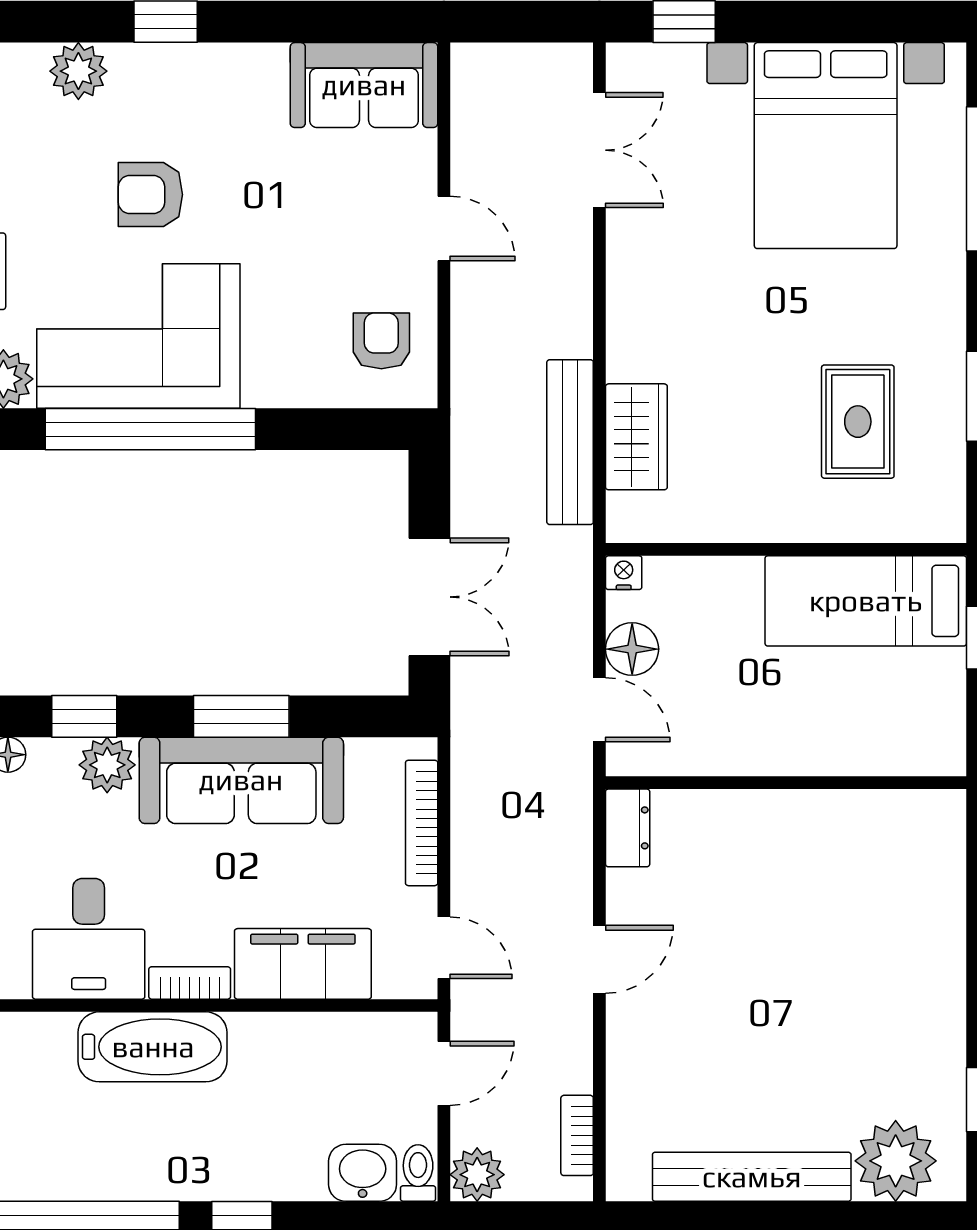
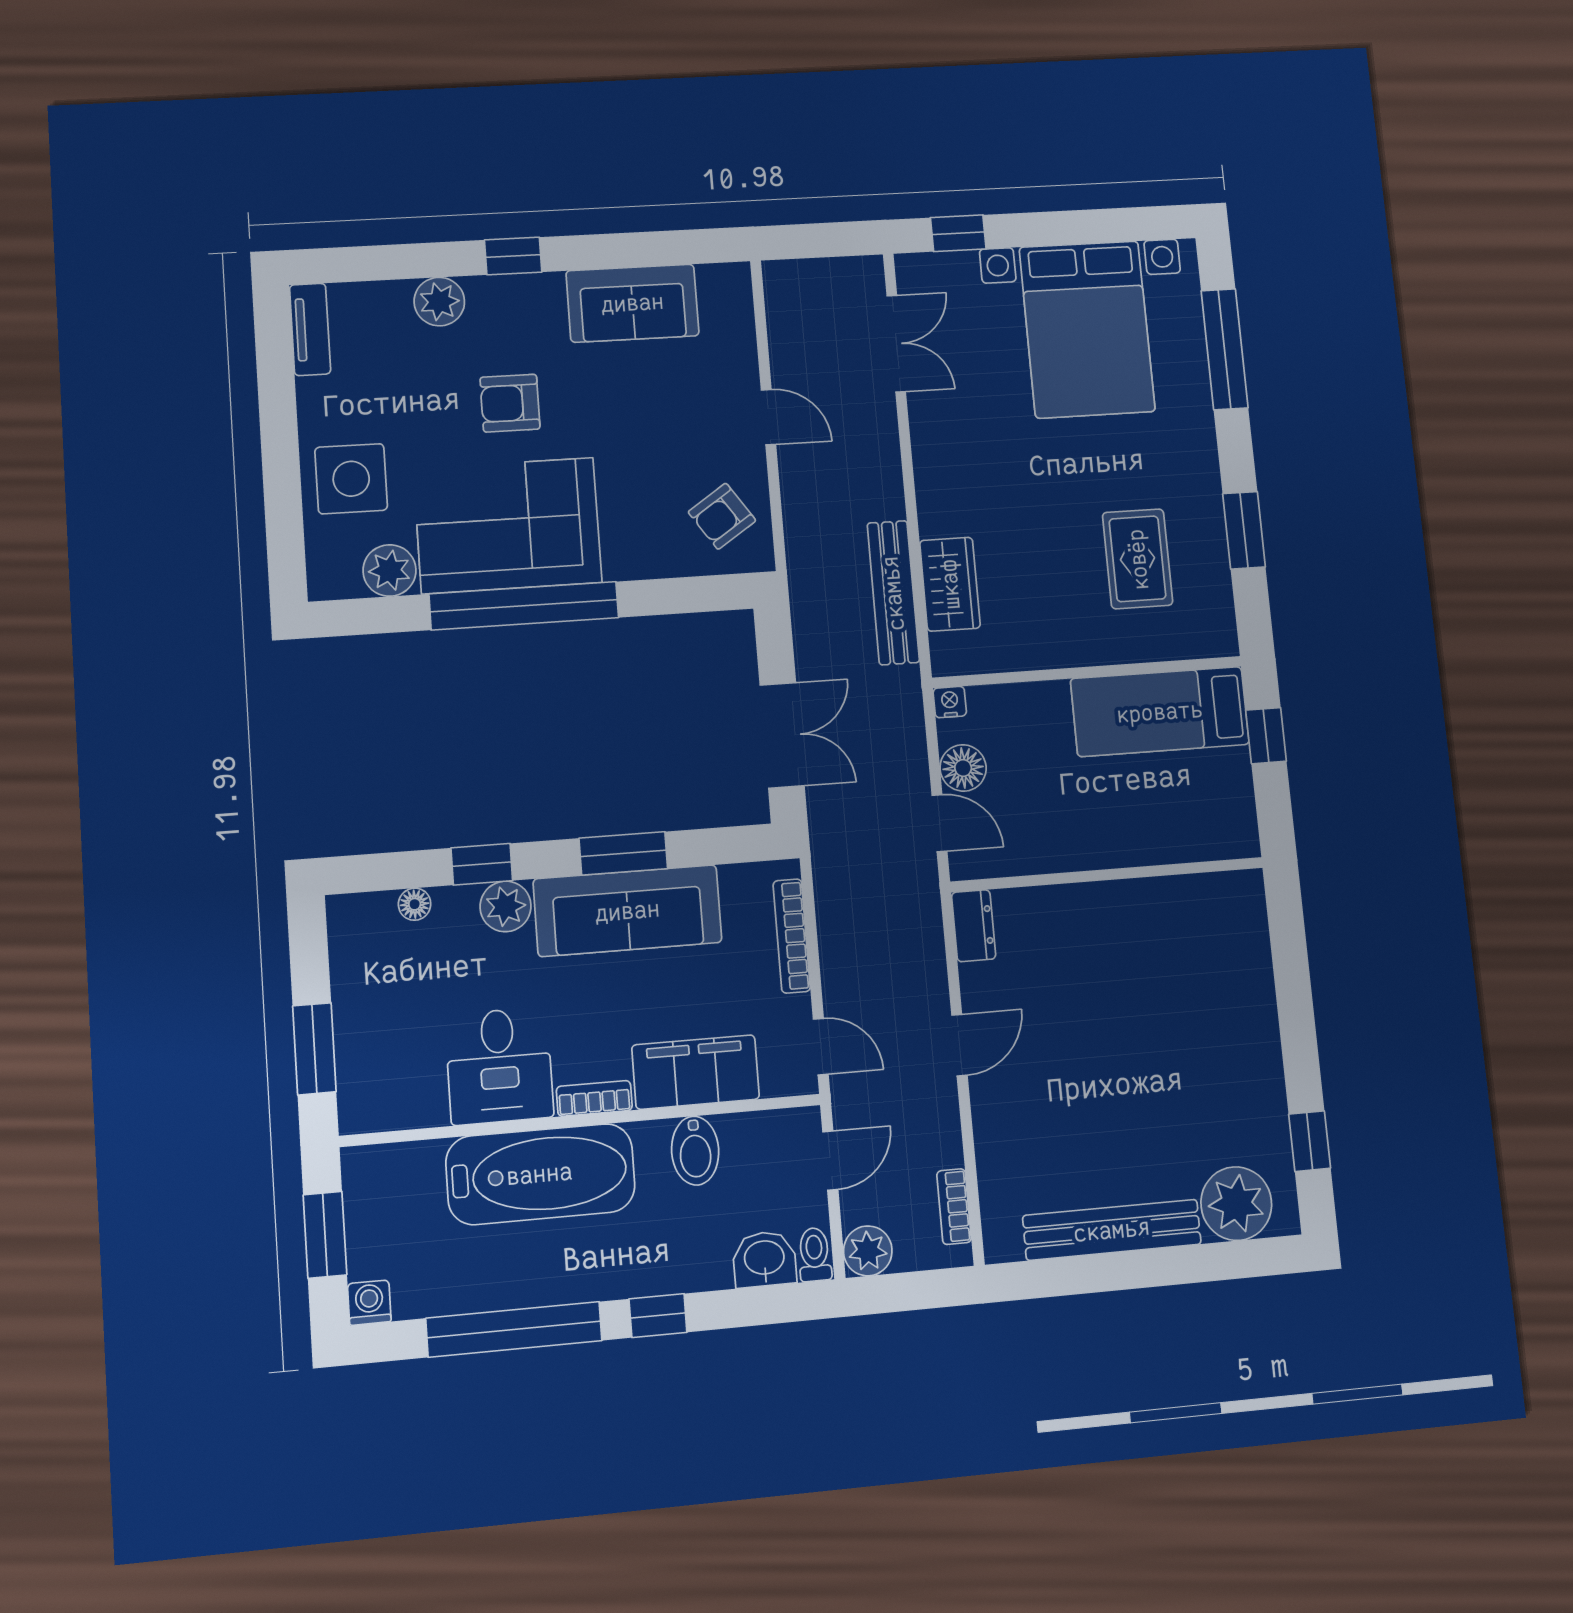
sofa: (364, 85) -> (633, 303), moved
armchair: (381, 341) -> (722, 516), turned -124
bathtub: (153, 1047) -> (540, 1174), width x1.36, depth x1.36
bidet: (296, 1049) -> (695, 1151), added

